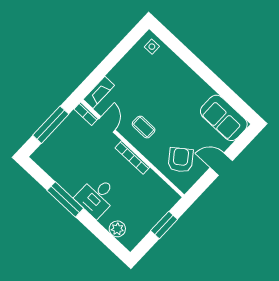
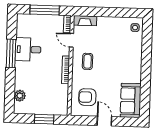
door: (107, 124) -> (72, 40), swing flipped
armchair: (181, 160) -> (87, 97), turned -143
desk: (97, 197) -> (28, 49), moved

